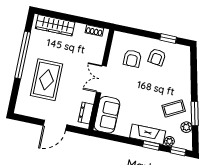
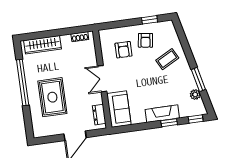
coffee table: (174, 108) -> (167, 59), moved
plant: (169, 141) -> (184, 113), removed

